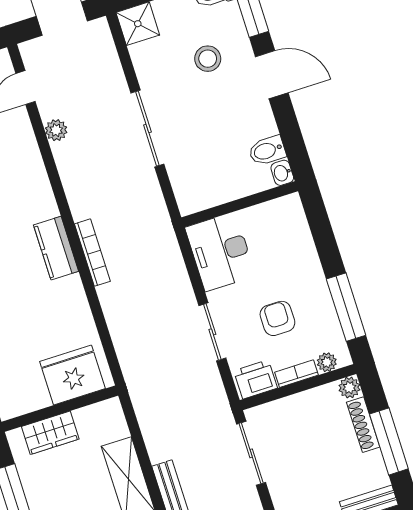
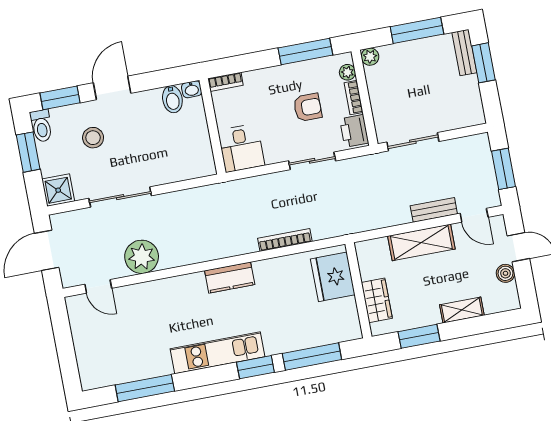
sliding door: (147, 129) -> (120, 197), moved
plant: (56, 130) -> (142, 257), width x1.87, depth x1.87
bookcase: (296, 213) -> (226, 82), added
desk: (220, 252) -> (241, 148), width x0.73
bookcase: (92, 253) -> (285, 240), moved
armchair: (277, 318) -> (308, 107), turned 180
shoe rack: (363, 425) -> (401, 49), removed

